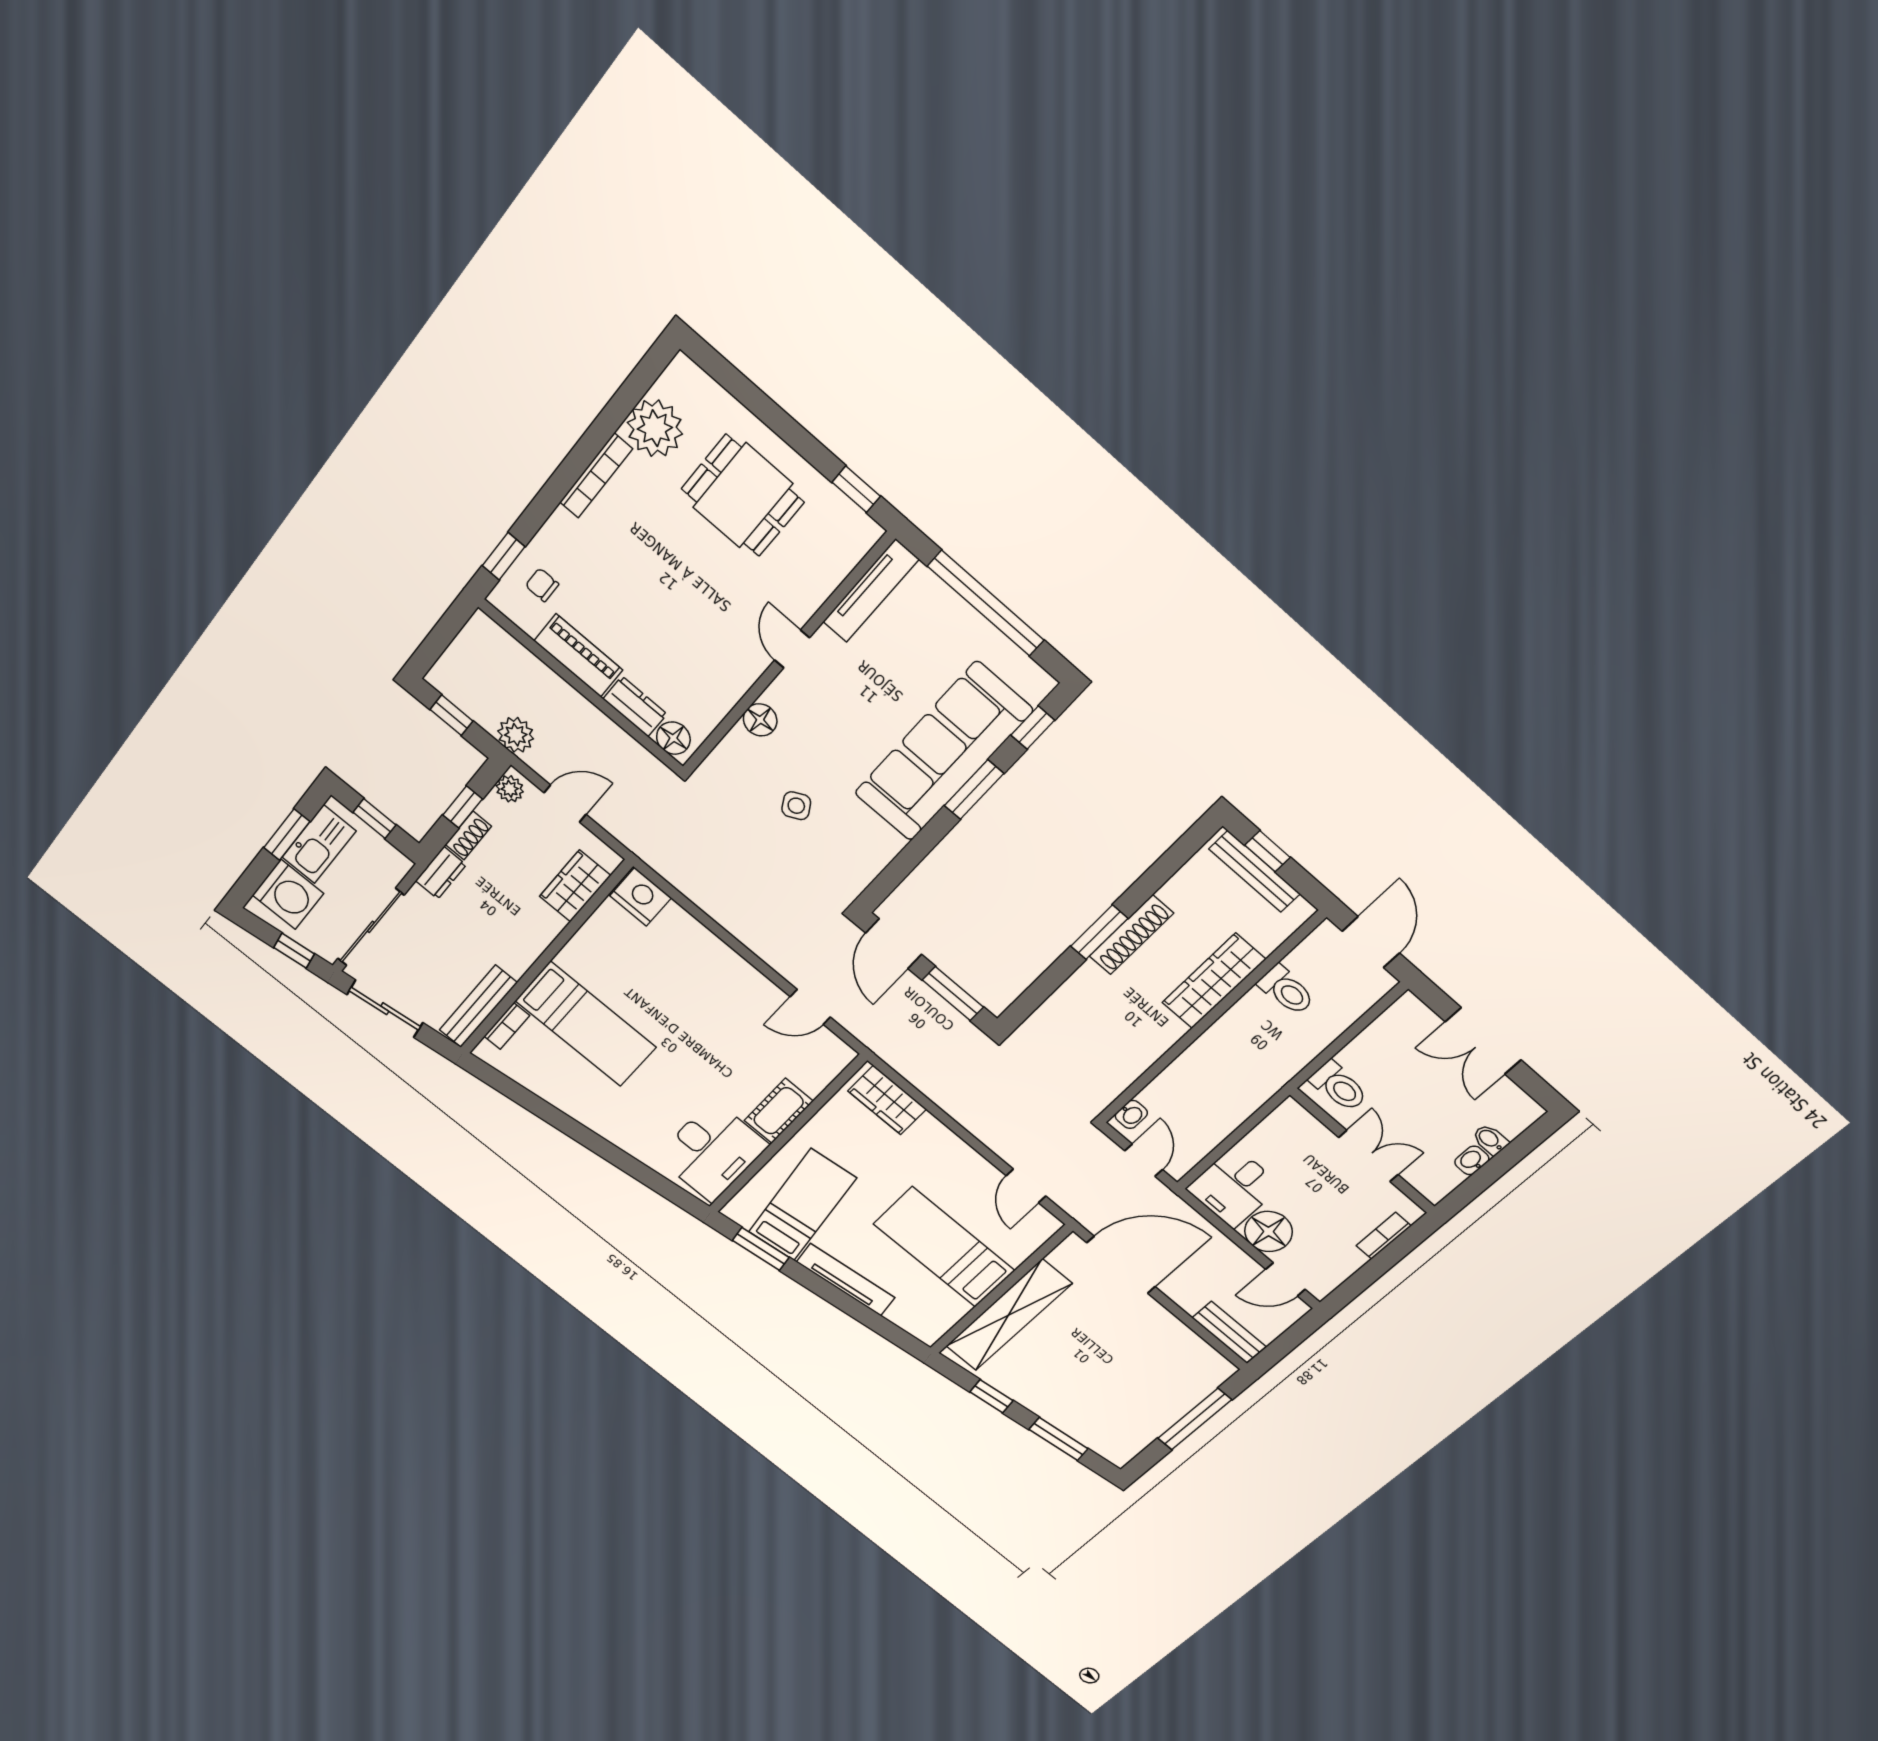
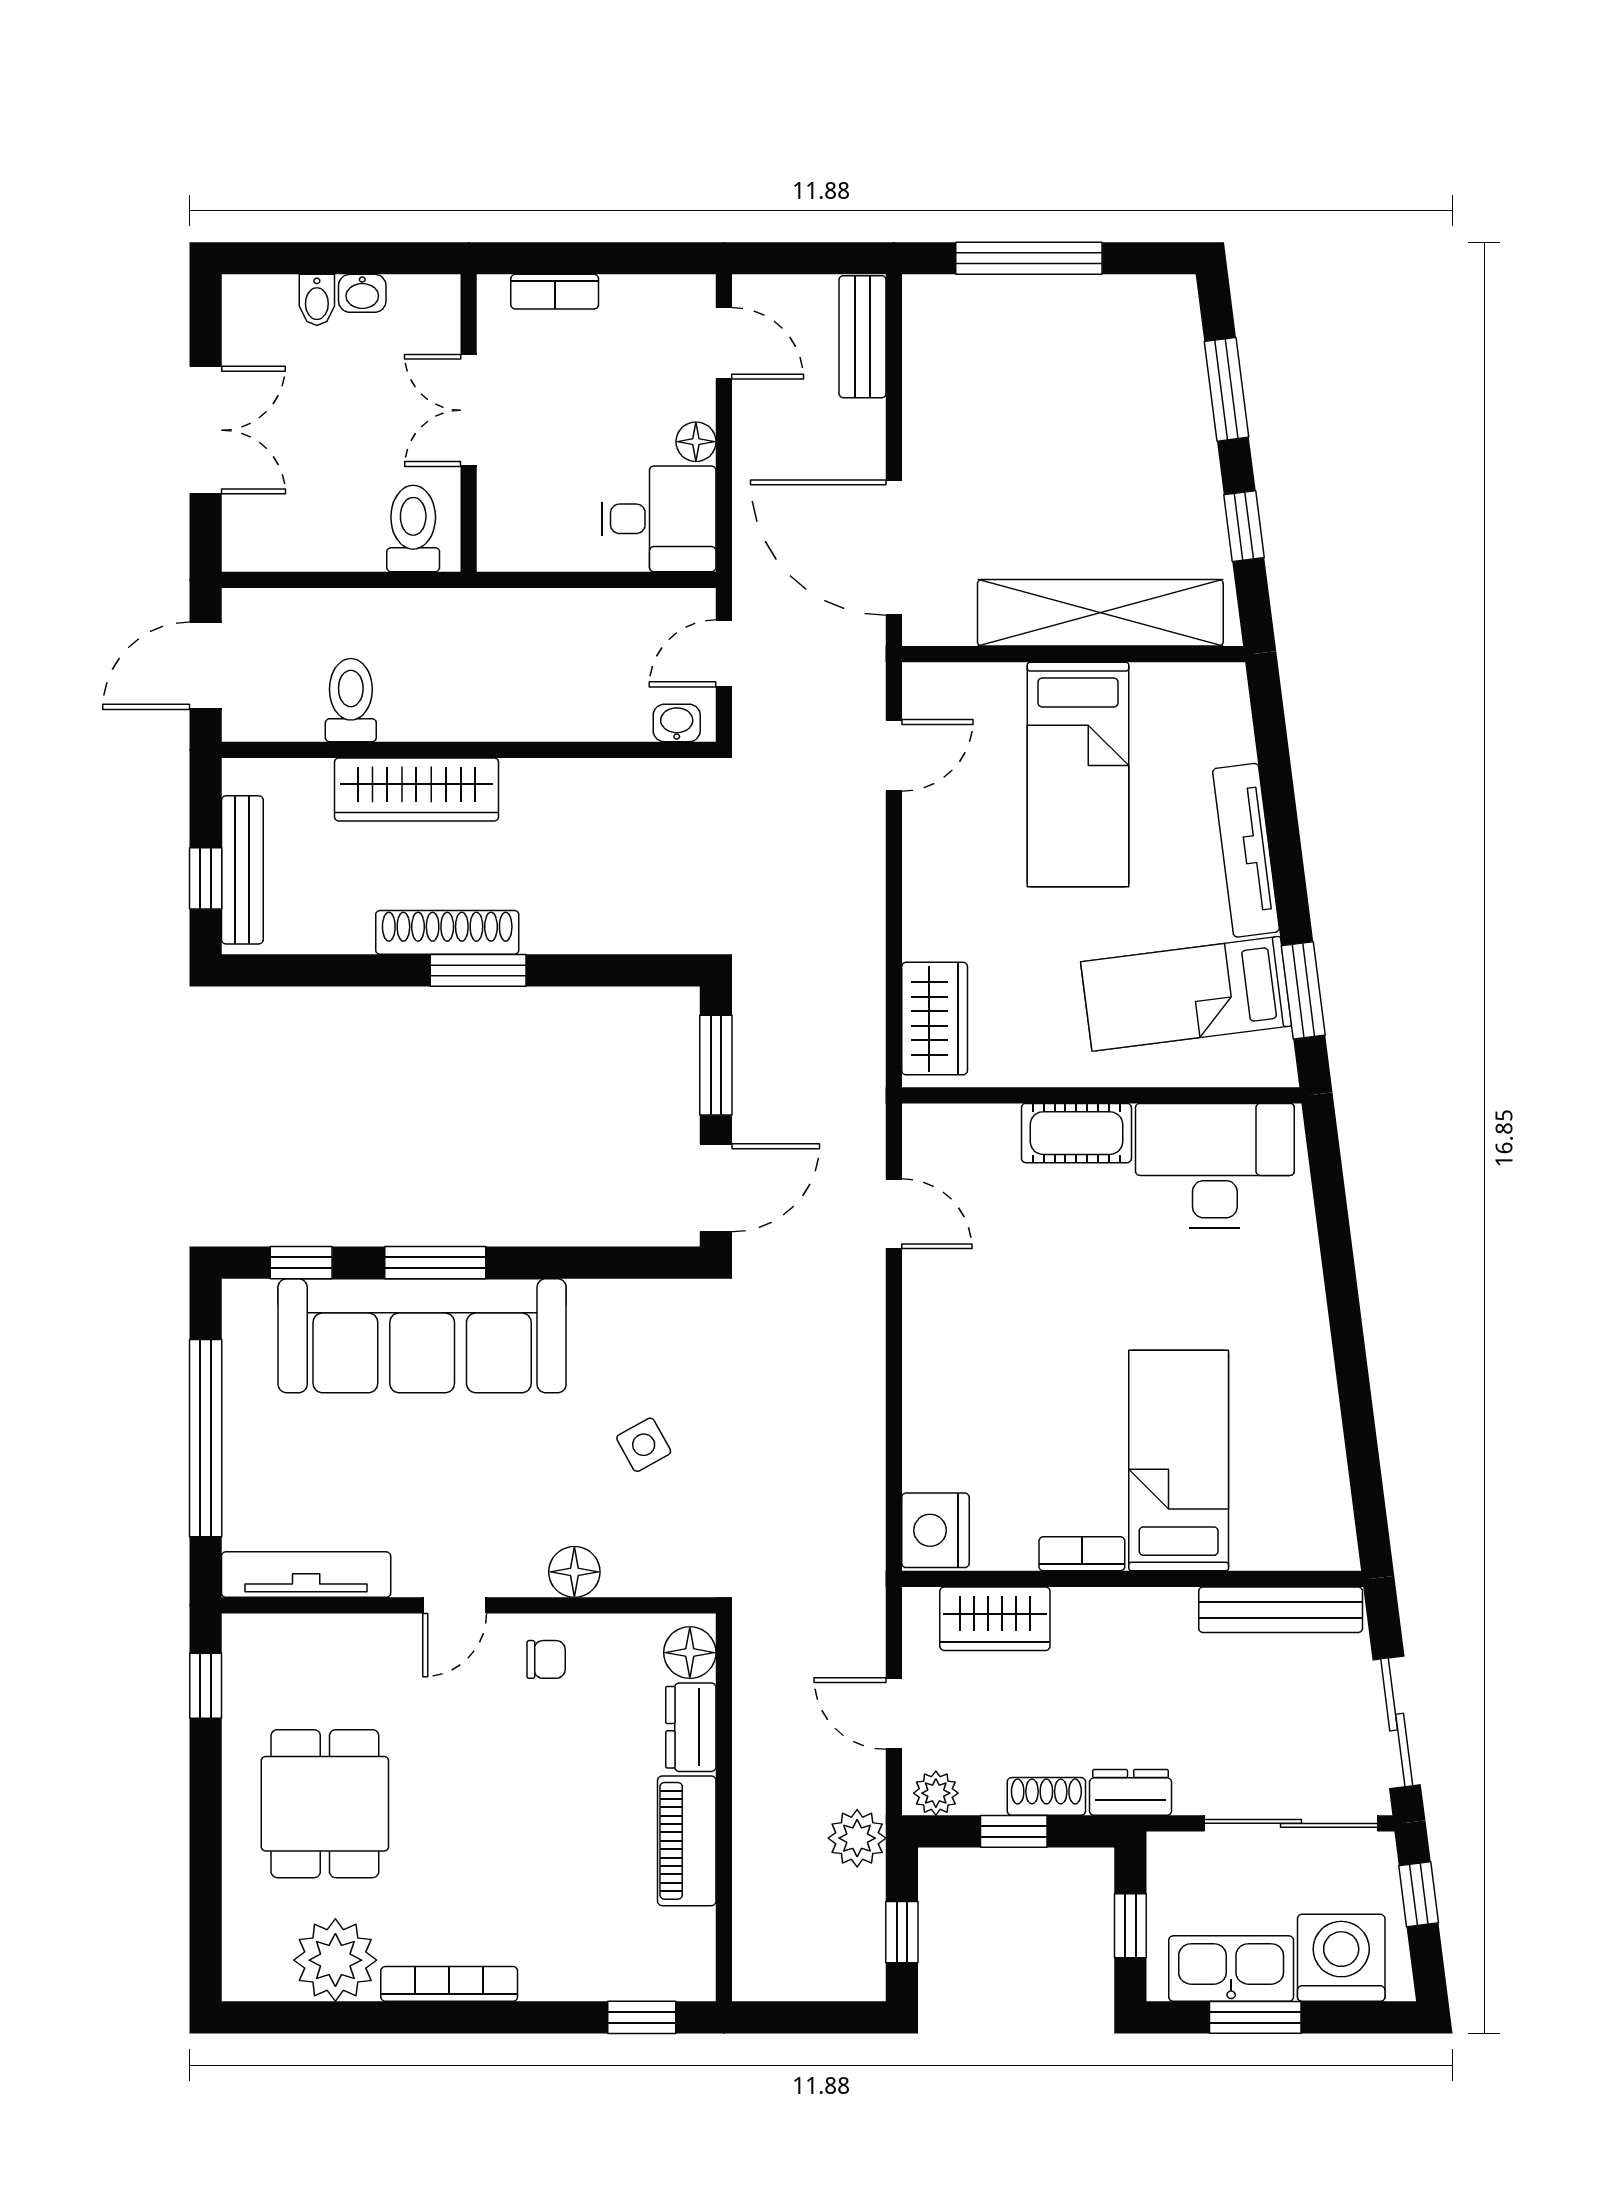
chair: (542, 585) -> (546, 1659), moved, turned -90
bookcase: (507, 1026) -> (1082, 1554), moved
floor lamp: (1269, 1232) -> (696, 442), width x0.53, depth x0.53

